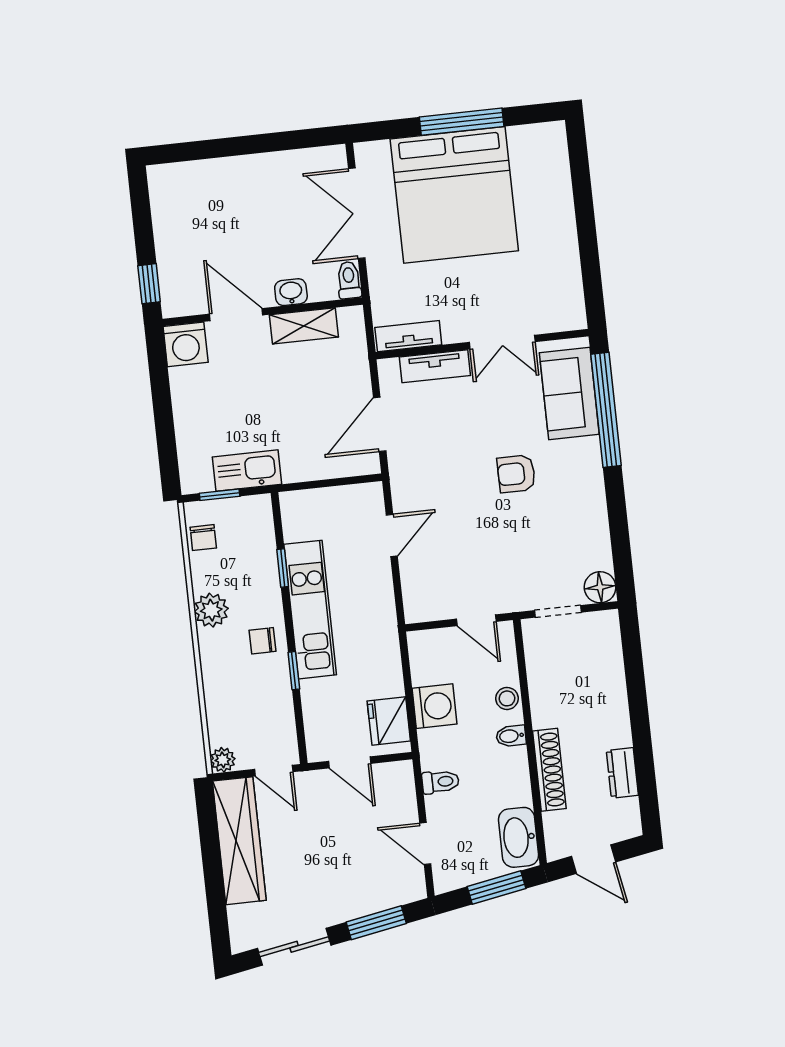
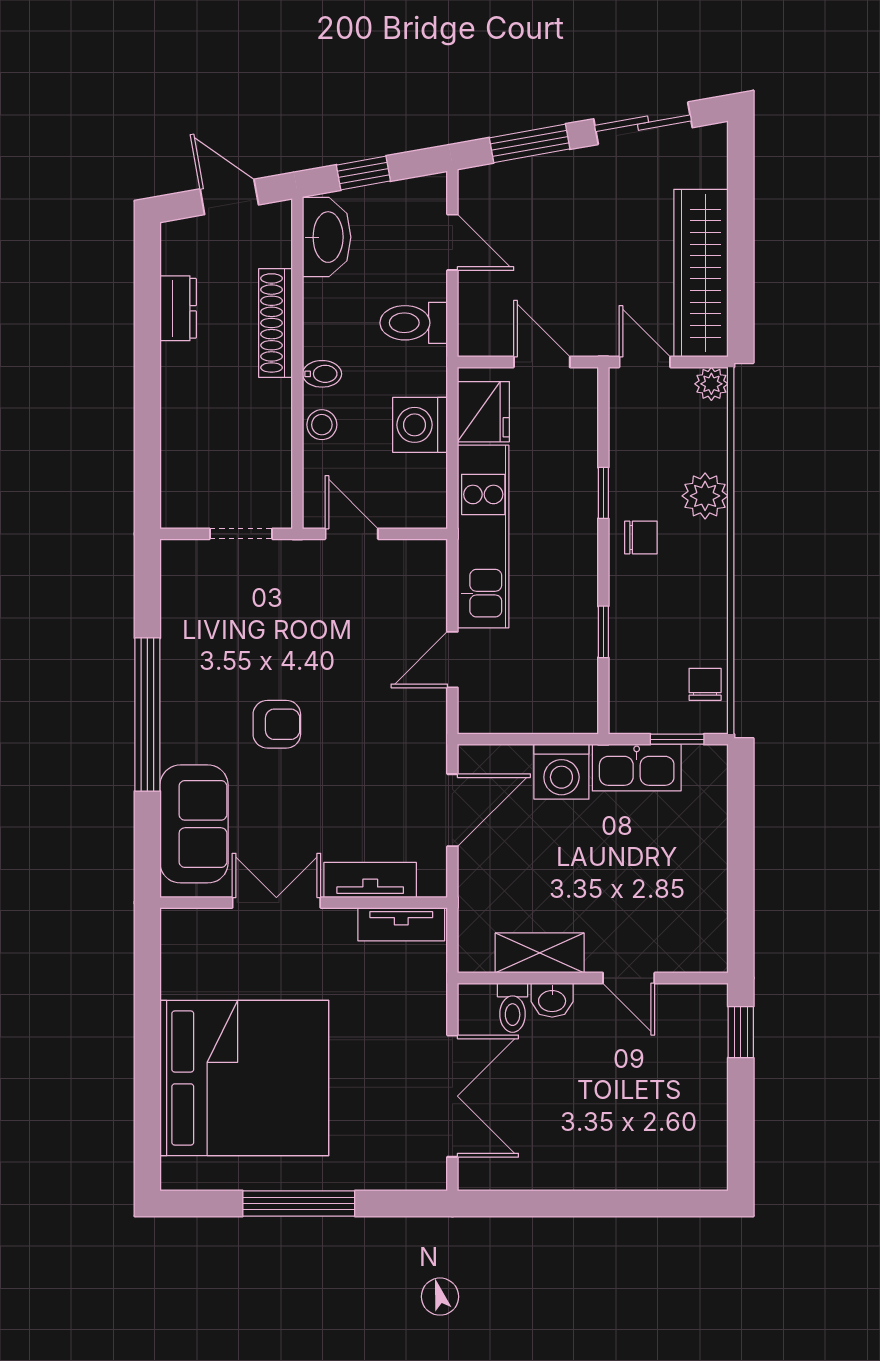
bed: (454, 195) -> (244, 1078), moved, turned 90
toilet: (349, 280) -> (513, 1008), moved
door: (236, 315) -> (629, 978), width x0.73
washing machine: (186, 344) -> (561, 772), moved, turned 180
window: (606, 410) -> (147, 715), moved
floor lamp: (600, 587) -> (181, 560), removed
plant: (211, 610) -> (705, 496), moved
kitchen unit: (310, 610) -> (483, 536), moved, turned 180
toilet: (440, 782) -> (414, 323), width x1.37, depth x1.39
window: (497, 888) -> (363, 173), width x0.67

